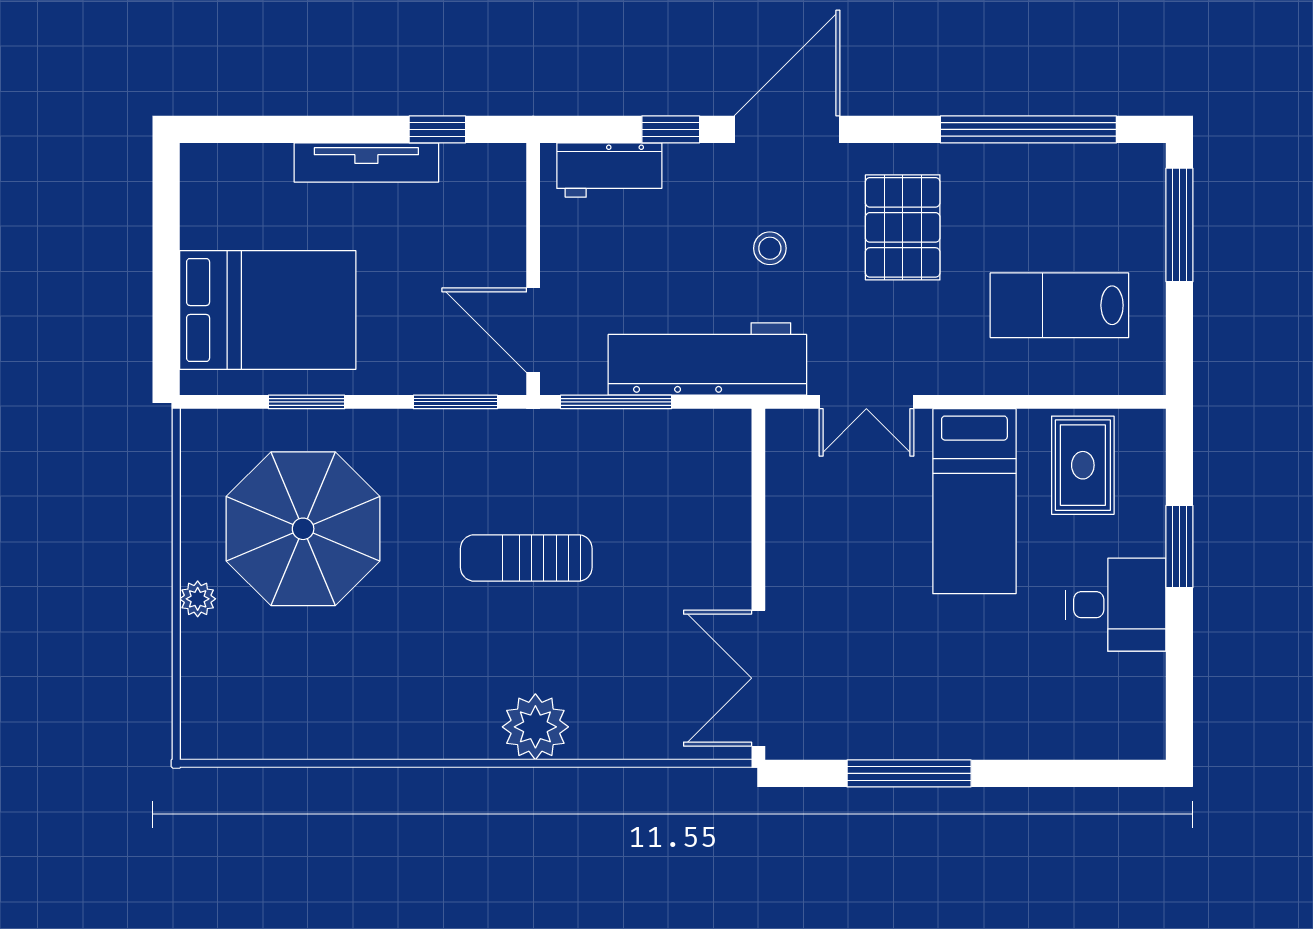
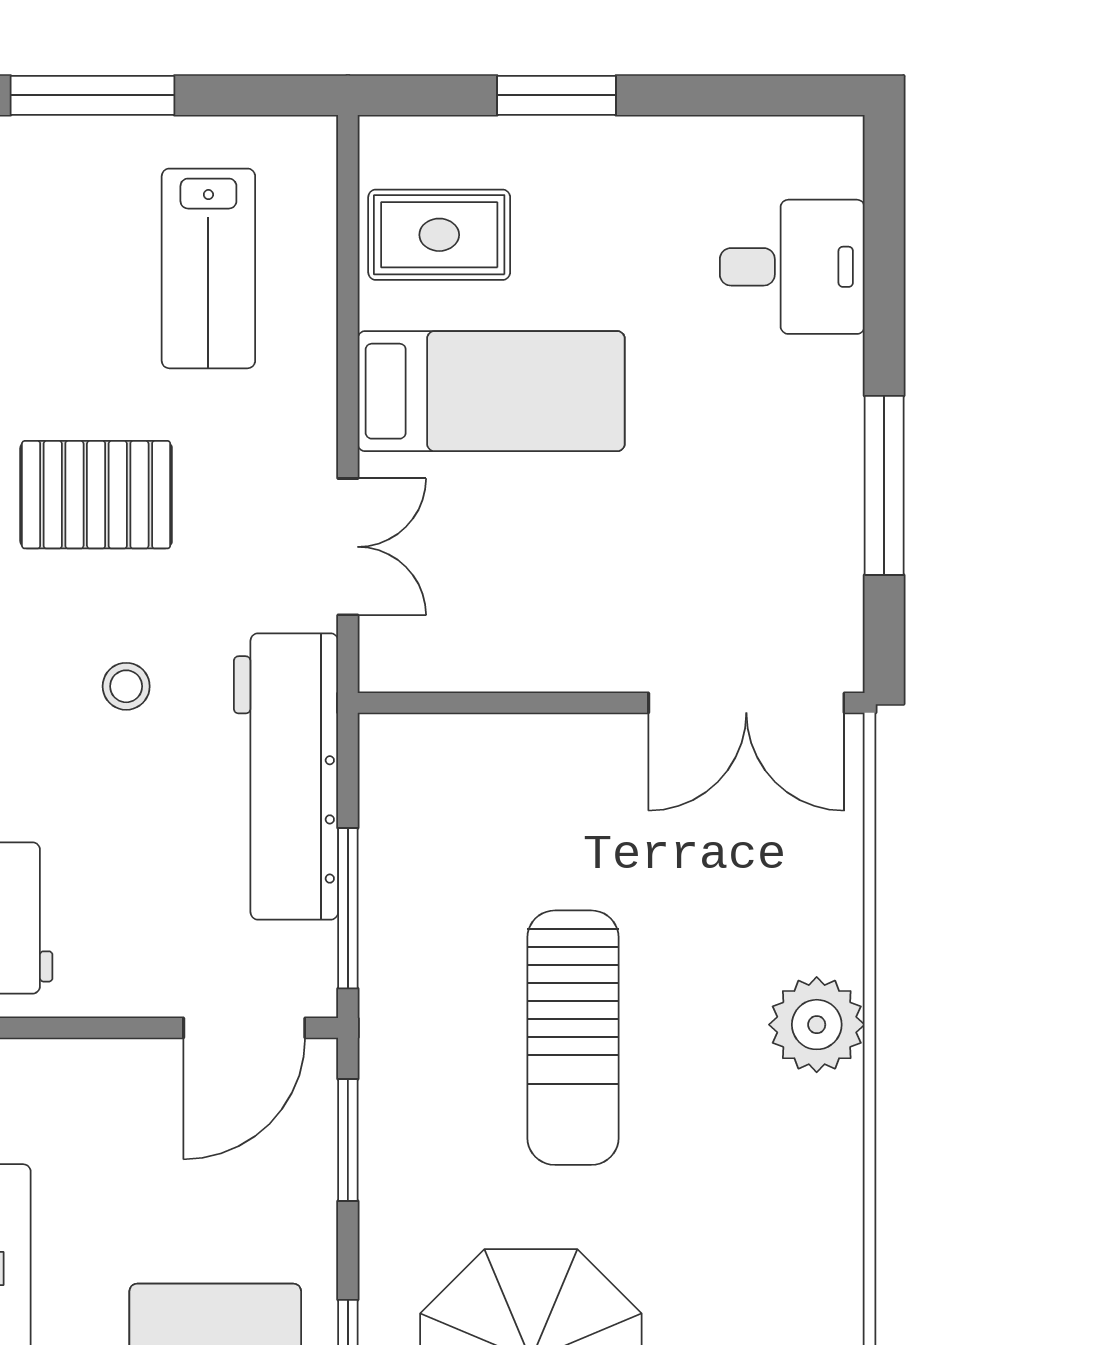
sun lounger: (526, 558) -> (573, 1038), width x1.36, depth x1.34
desk: (1116, 605) -> (792, 267), moved, turned 90

